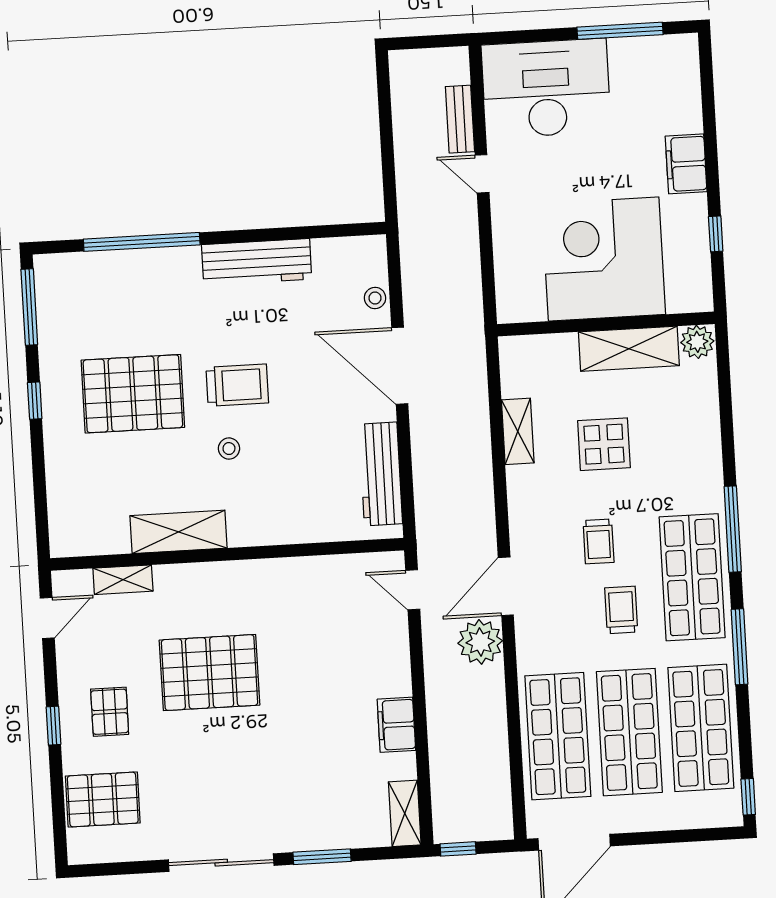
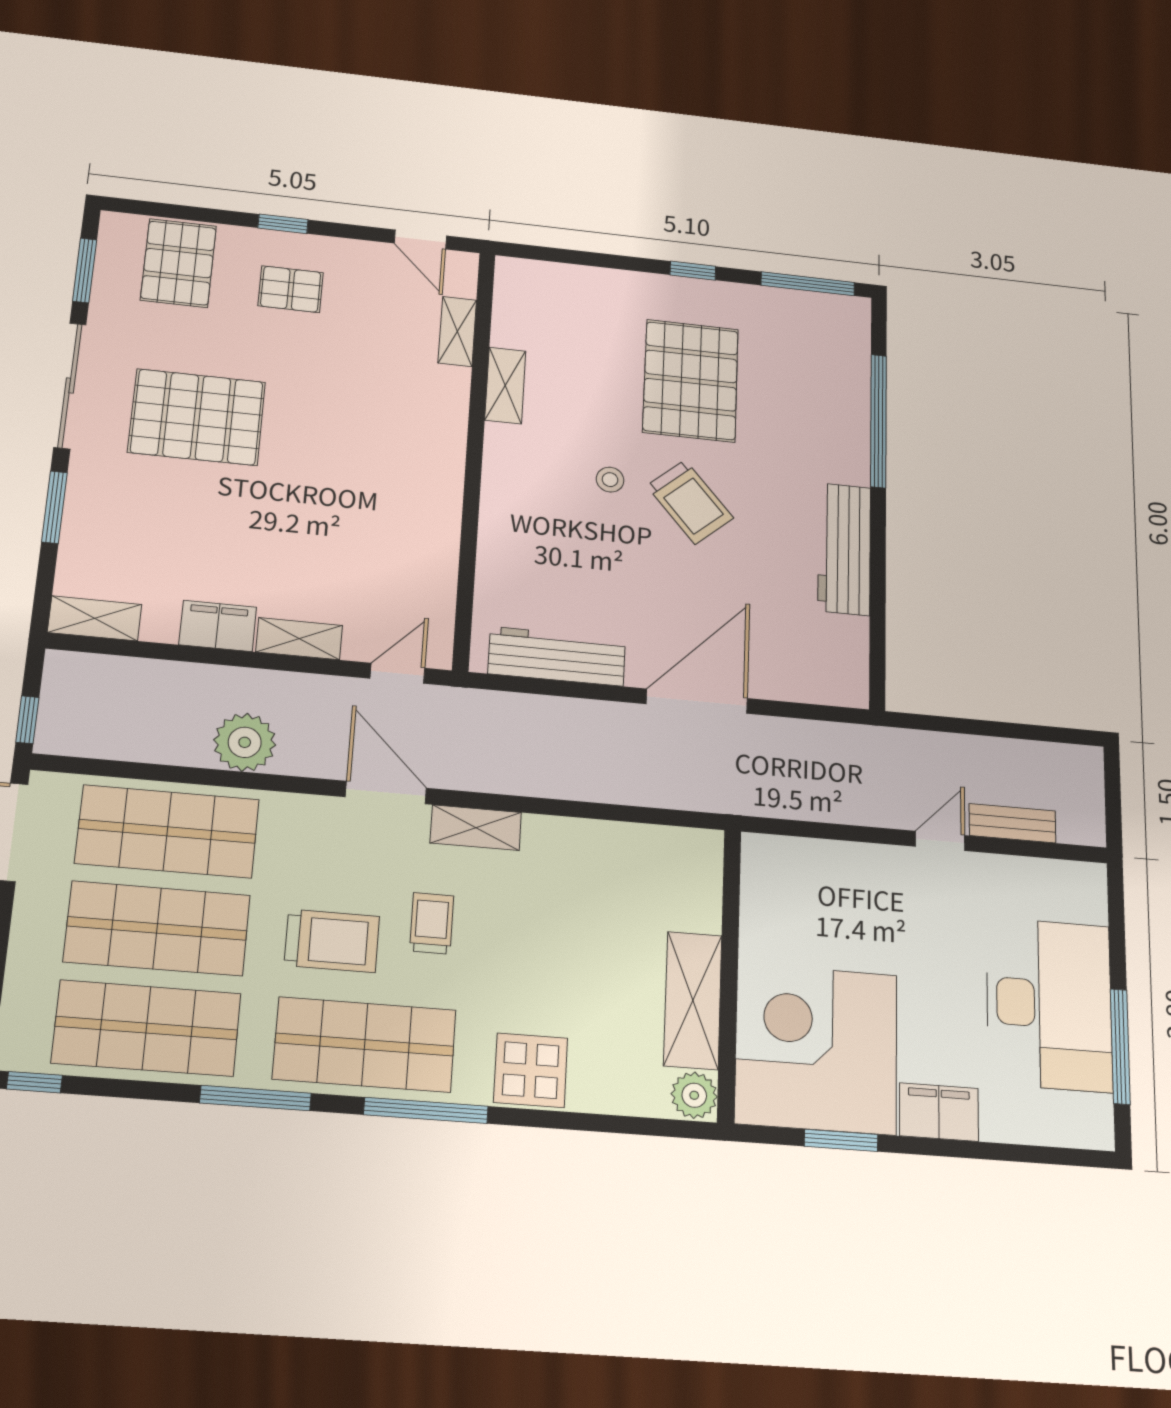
desk: (546, 88) -> (1049, 1004), moved
window: (716, 234) -> (841, 1140), width x1.50
corner desk: (604, 259) -> (816, 1049), moved, turned -90
stool: (375, 298) -> (788, 684), removed
trolley: (237, 385) -> (690, 502), turned -41
shelving: (518, 431) -> (476, 828), moved
display table: (604, 444) -> (531, 1070), moved
shelving: (179, 532) -> (505, 386), width x0.67, depth x0.75
trolley: (599, 541) -> (432, 923), turned 90
trolley: (621, 610) -> (332, 941), width x1.36, depth x1.39
plant: (480, 642) -> (245, 742), moved
shelving: (397, 665) -> (299, 639), added
pallet: (210, 673) -> (197, 417), moved, turned 90
window: (458, 849) -> (27, 720), moved
window: (122, 868) -> (85, 270), added

